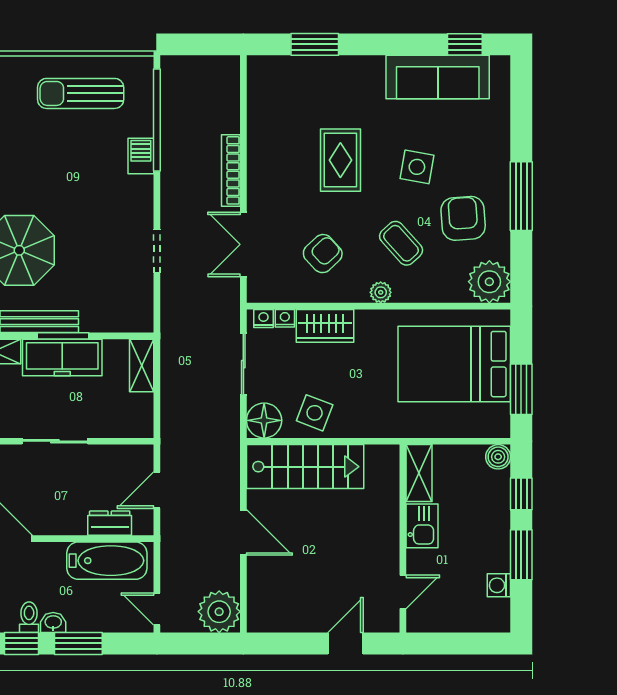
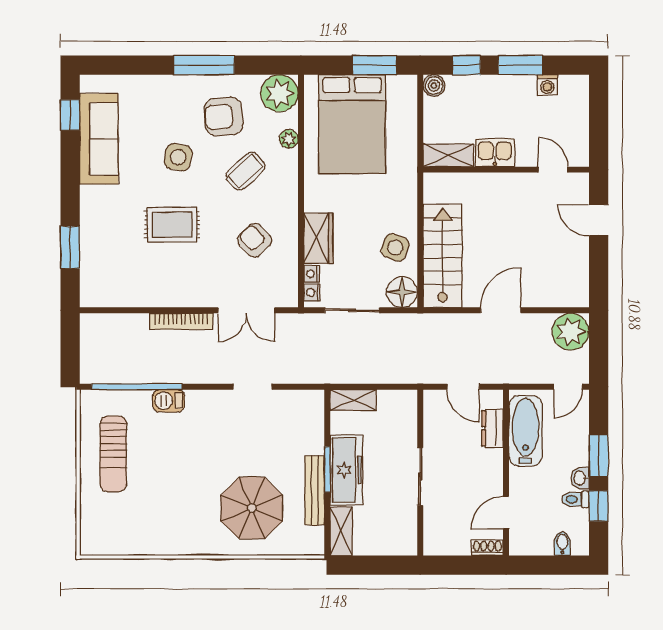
plant: (381, 292) -> (289, 139), moved

